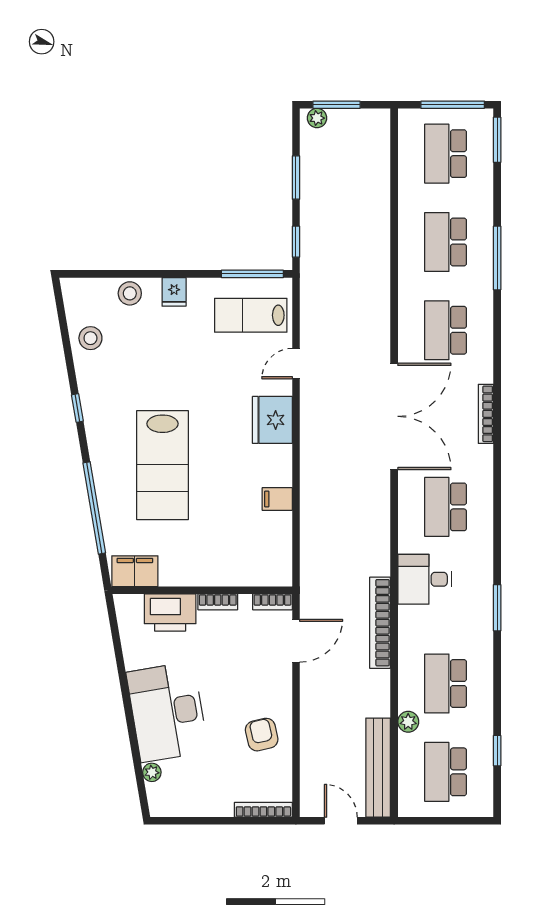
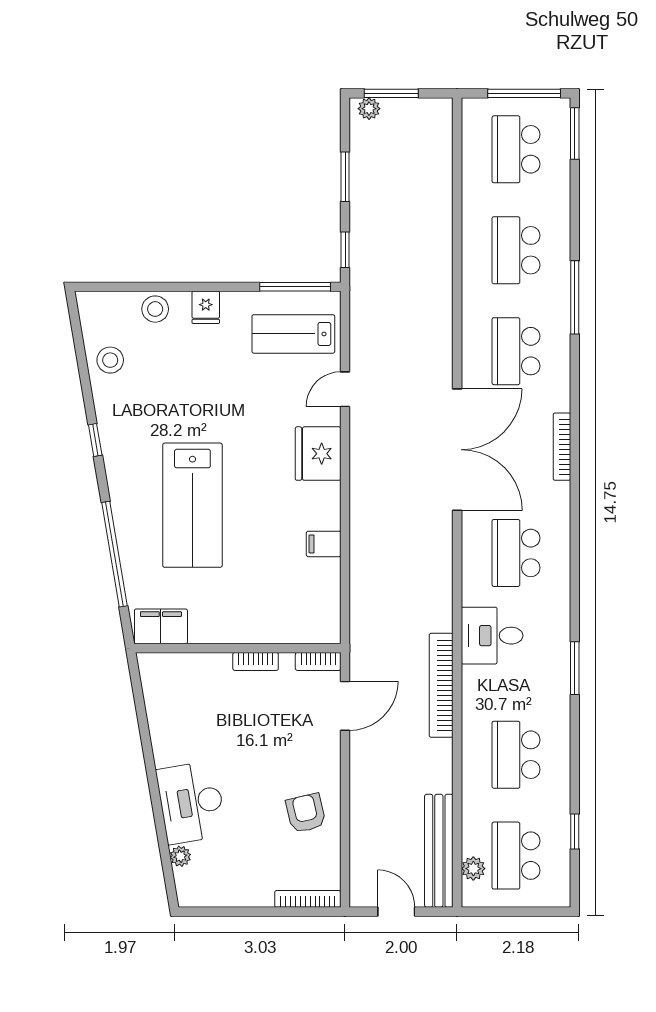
window: (497, 258) -> (575, 297), moved
printer: (170, 613) -> (201, 674), removed
desk: (167, 712) -> (191, 802), width x0.73, depth x0.77
plant: (408, 722) -> (473, 869), moved

